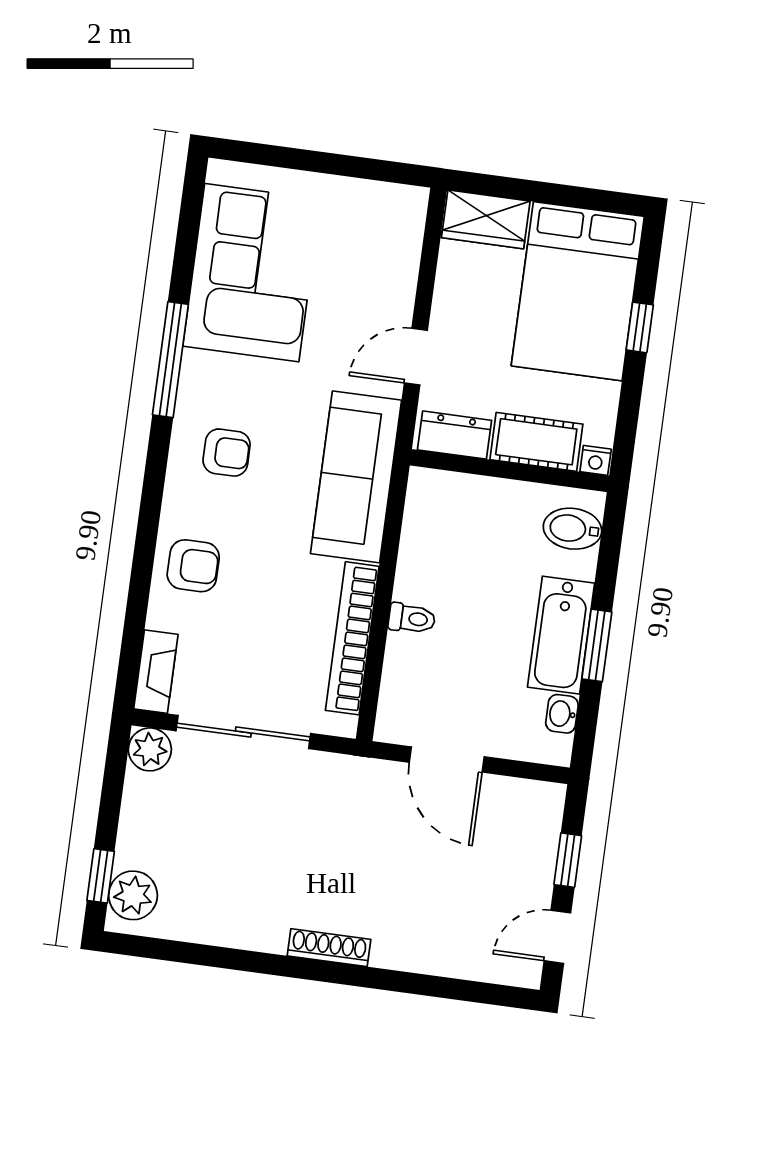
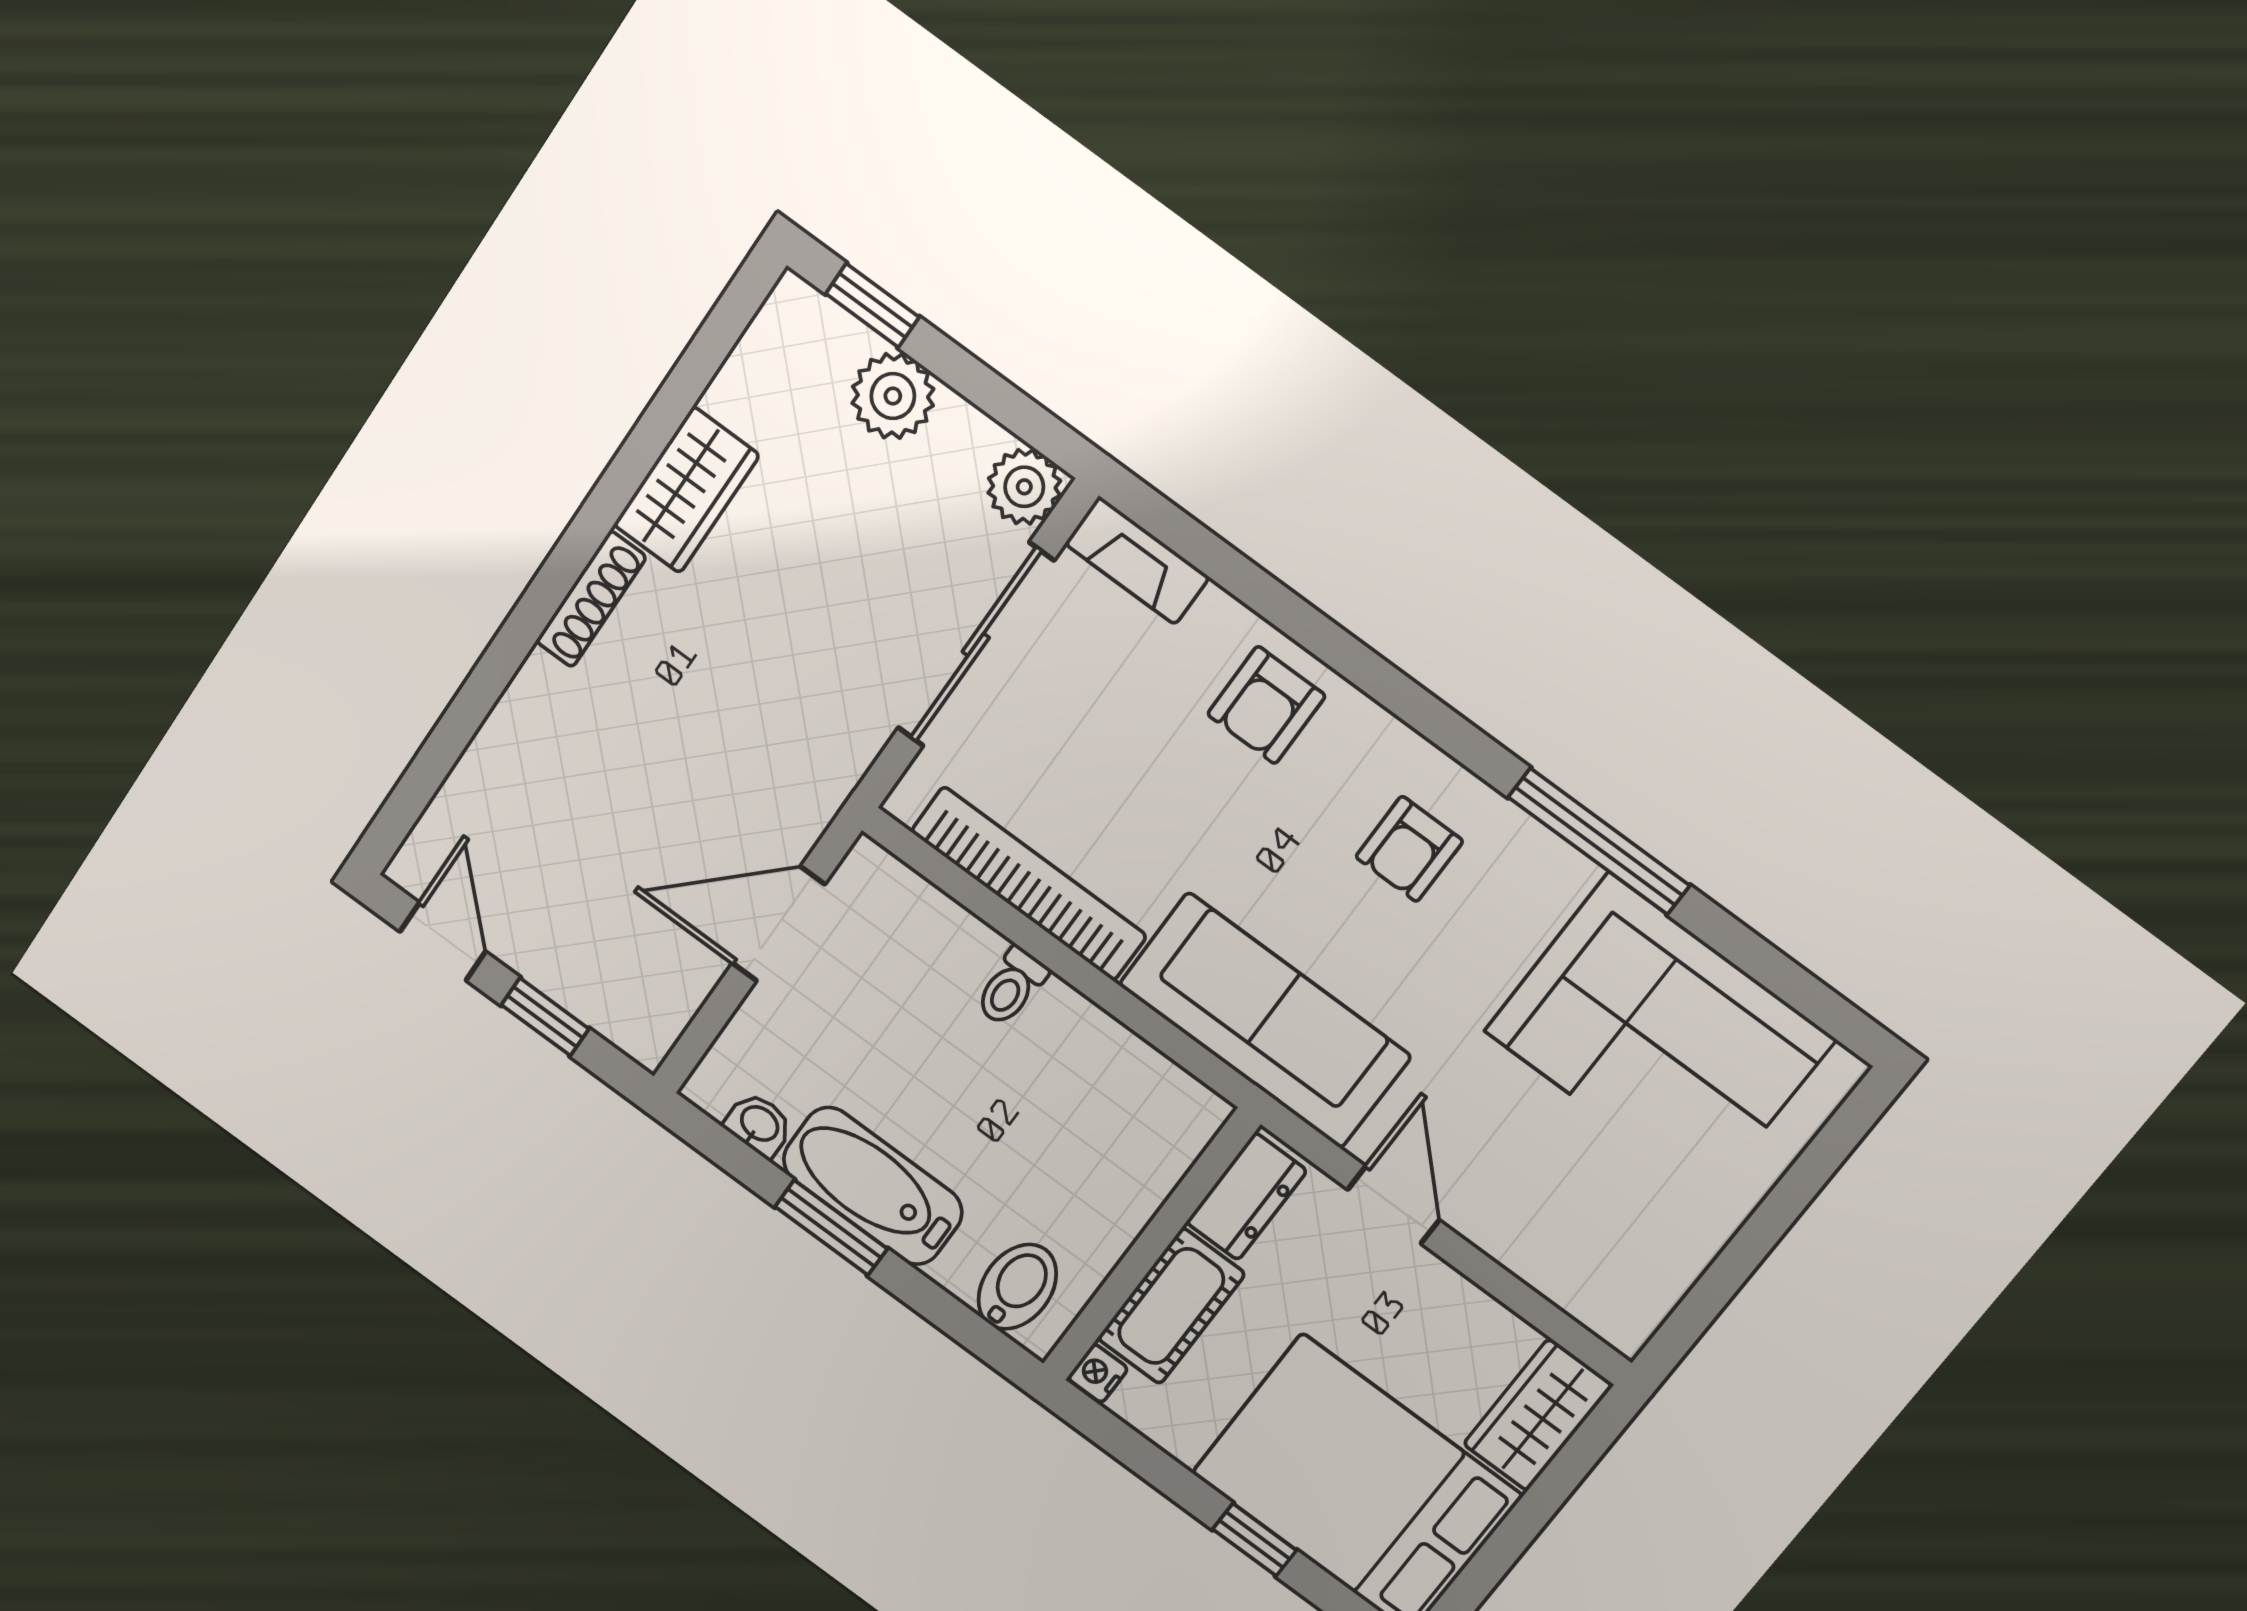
plant: (133, 895) -> (893, 396), moved
wardrobe: (245, 925) -> (686, 490), added

